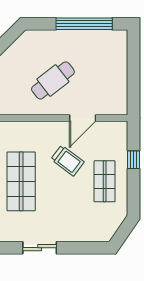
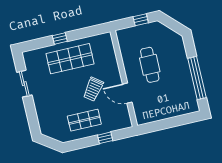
cafe table: (53, 80) -> (150, 65), turned 38

